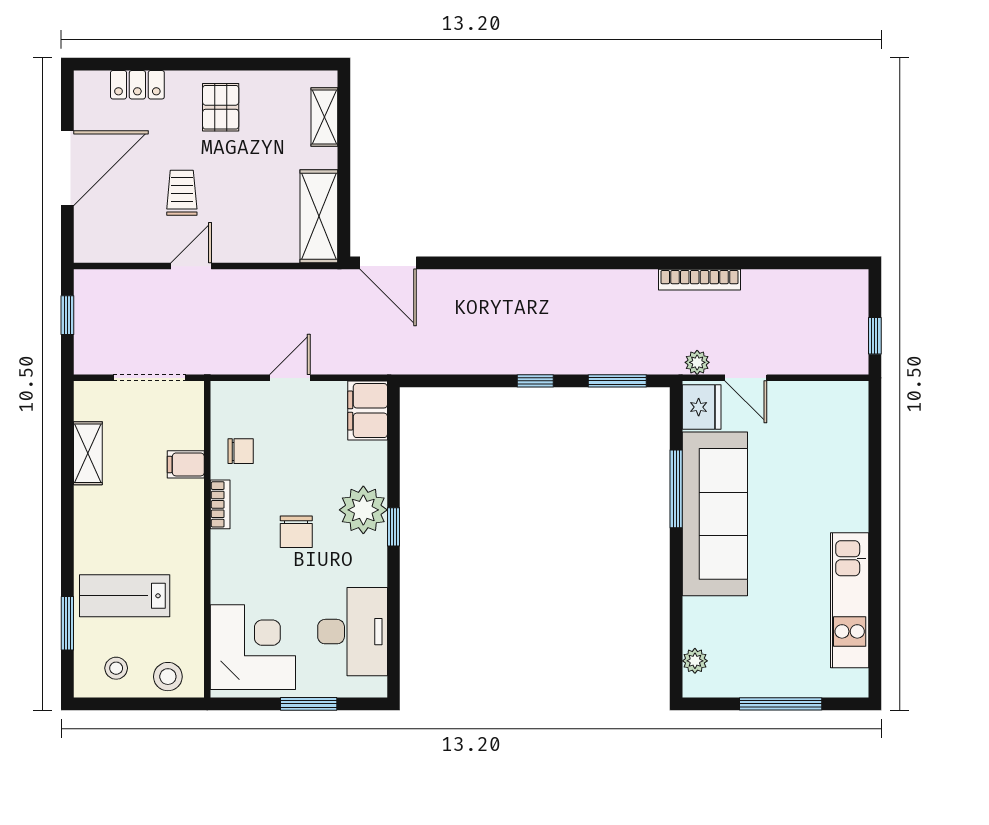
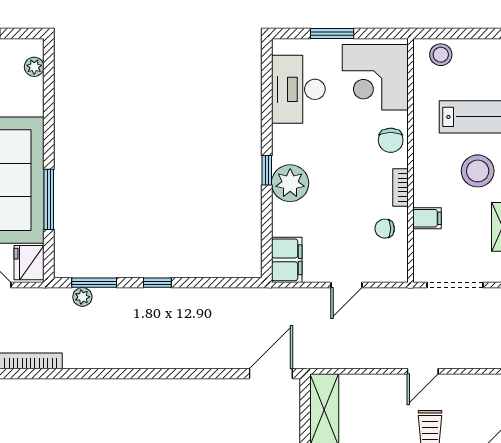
door: (388, 263) -> (271, 374), hinge flipped
plant: (697, 362) -> (82, 297), moved
chair: (296, 532) -> (391, 140), moved, turned 180
stool: (116, 668) -> (478, 171), moved, width x1.89, depth x1.89

